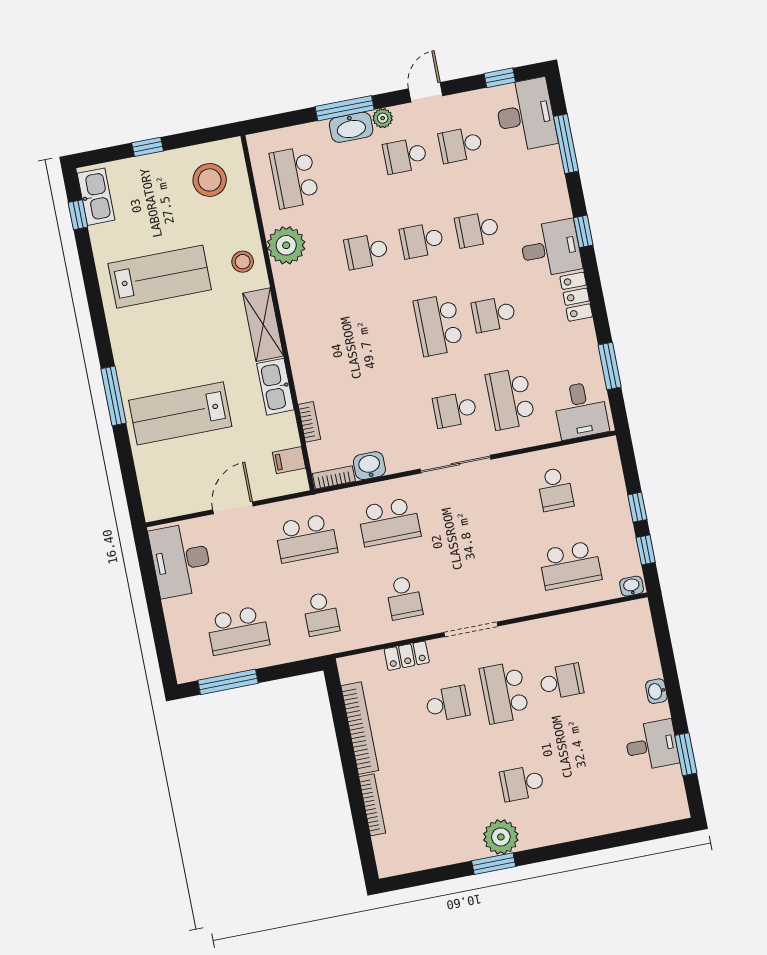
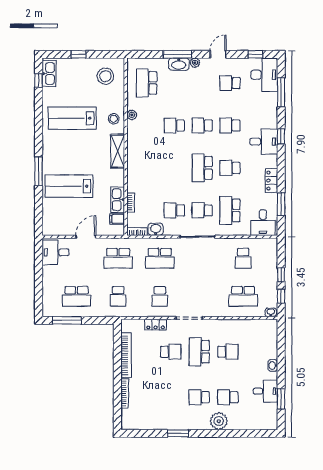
school desk: (405, 156) -> (174, 210), moved
plant: (286, 245) -> (132, 115), width x0.53, depth x0.53
lab bench: (160, 277) -> (72, 118), turned 180
locker: (576, 297) -> (271, 181), moved
kitchen sink: (275, 387) -> (118, 200), moved
desk: (181, 560) -> (56, 252), width x0.73
school desk: (579, 772) -> (228, 397), added
plant: (501, 837) -> (219, 421), moved

